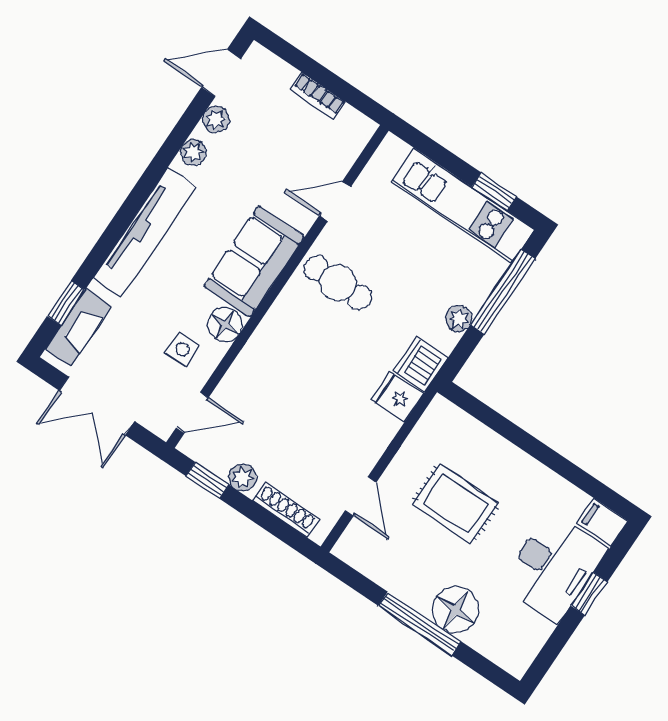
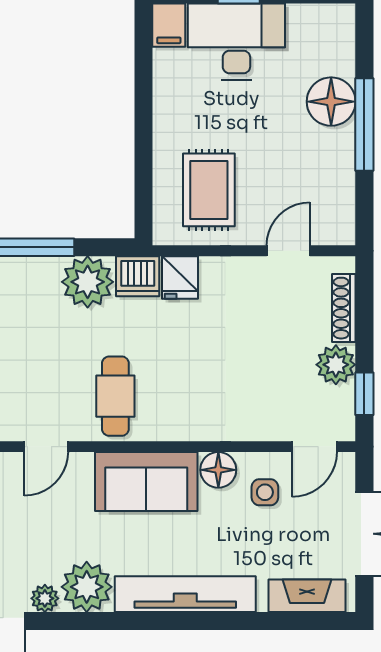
plant: (193, 152) -> (87, 587), width x1.87, depth x1.87
door: (335, 201) -> (46, 447), hinge flipped
window: (66, 303) -> (293, 621), removed
plant: (459, 318) -> (88, 282), width x1.88, depth x1.88
door: (192, 413) -> (314, 447), swing flipped
plant: (243, 478) -> (336, 365), width x1.38, depth x1.38
rug: (455, 504) -> (209, 190), moved

